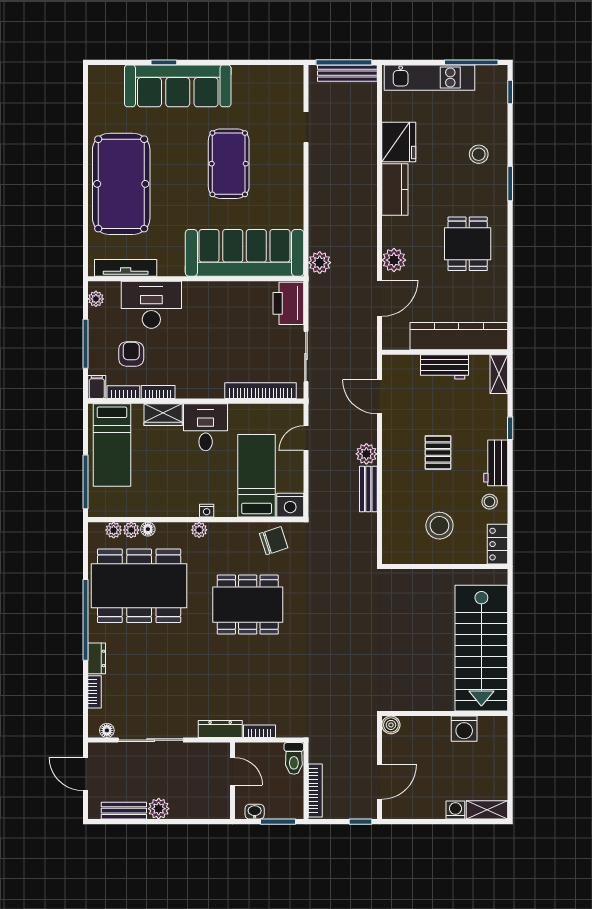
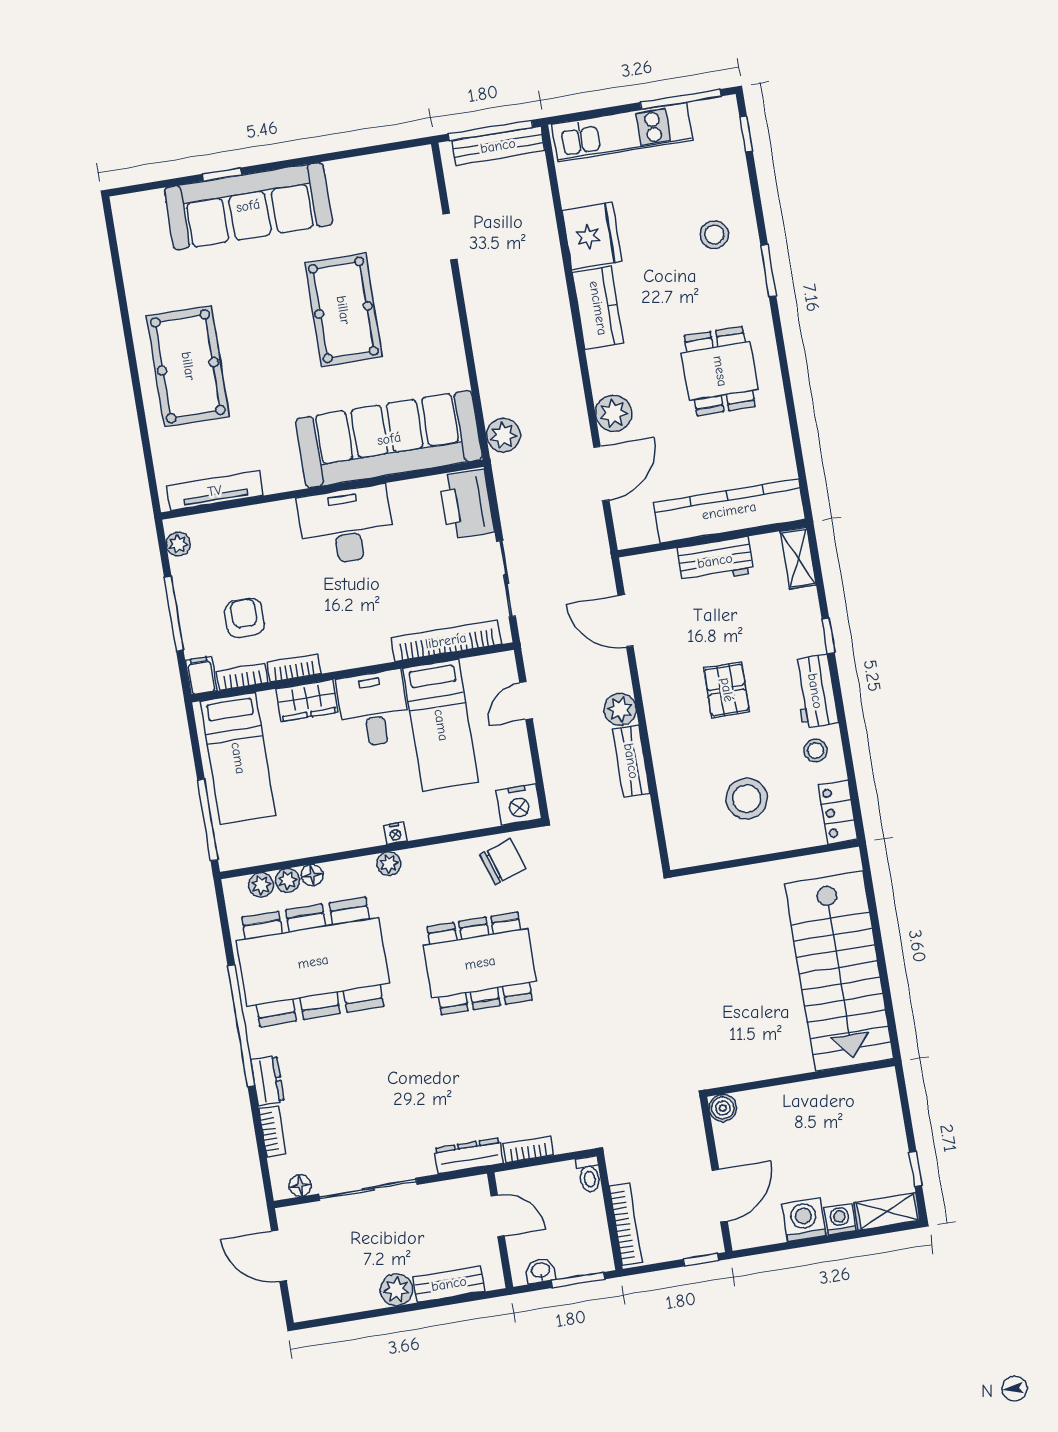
pool table: (121, 184) -> (188, 366), width x0.73, depth x0.76
desk: (151, 305) -> (346, 526), moved
bed: (257, 476) -> (441, 725), moved, turned 180
washing machine: (464, 729) -> (804, 1220), moved, turned 180
toilet: (294, 758) -> (589, 1174), width x0.73, depth x0.72
window: (510, 785) -> (915, 1169), added
bench: (124, 811) -> (449, 1284), moved

